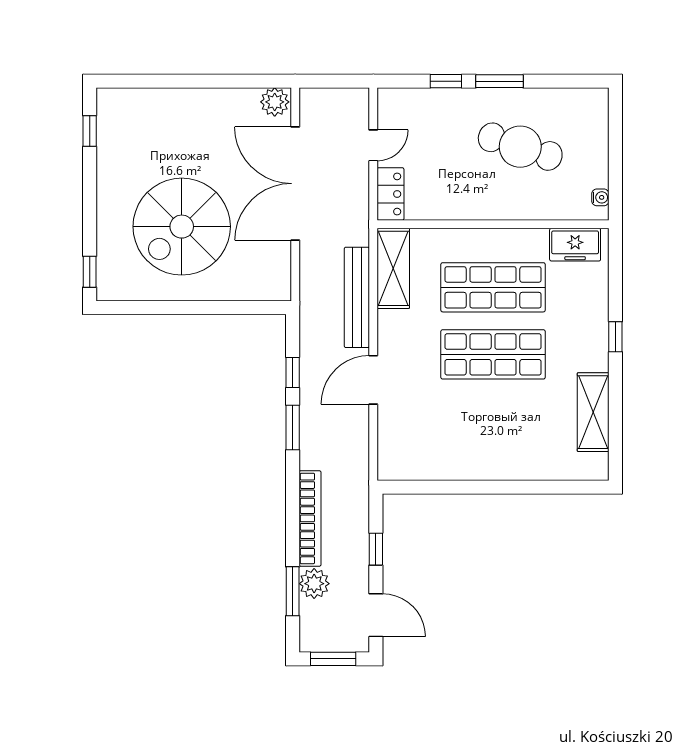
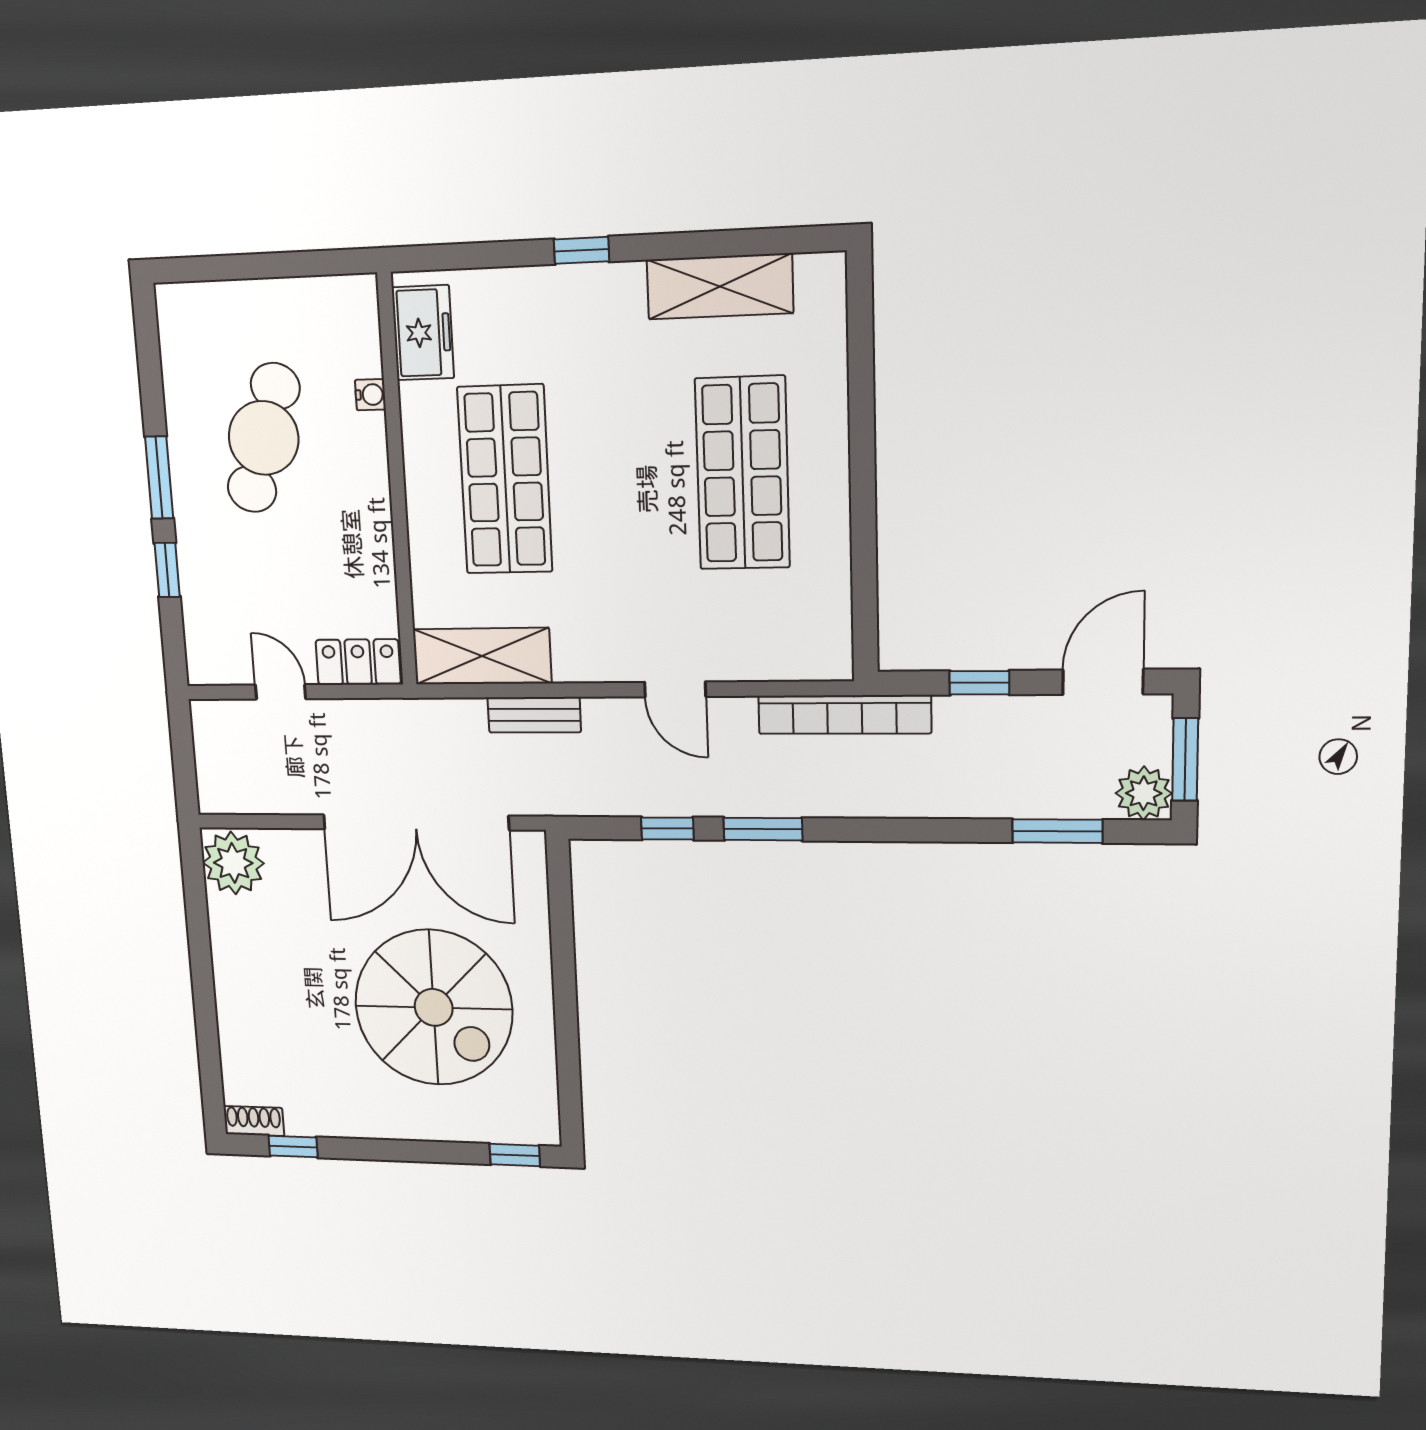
plant: (275, 102) -> (233, 863), width x1.36, depth x1.36
shoe rack: (105, 107) -> (254, 1121), added
double door: (295, 184) -> (416, 822), moved
water cooler: (600, 197) -> (370, 395), moved, turned 90
bench: (357, 297) -> (534, 715), width x0.54, depth x0.82
shop shelf: (493, 354) -> (742, 473), moved
door: (373, 380) -> (675, 689), width x0.73
bookcase: (310, 518) -> (844, 715), moved, turned 180
plant: (314, 584) -> (1144, 793), moved

